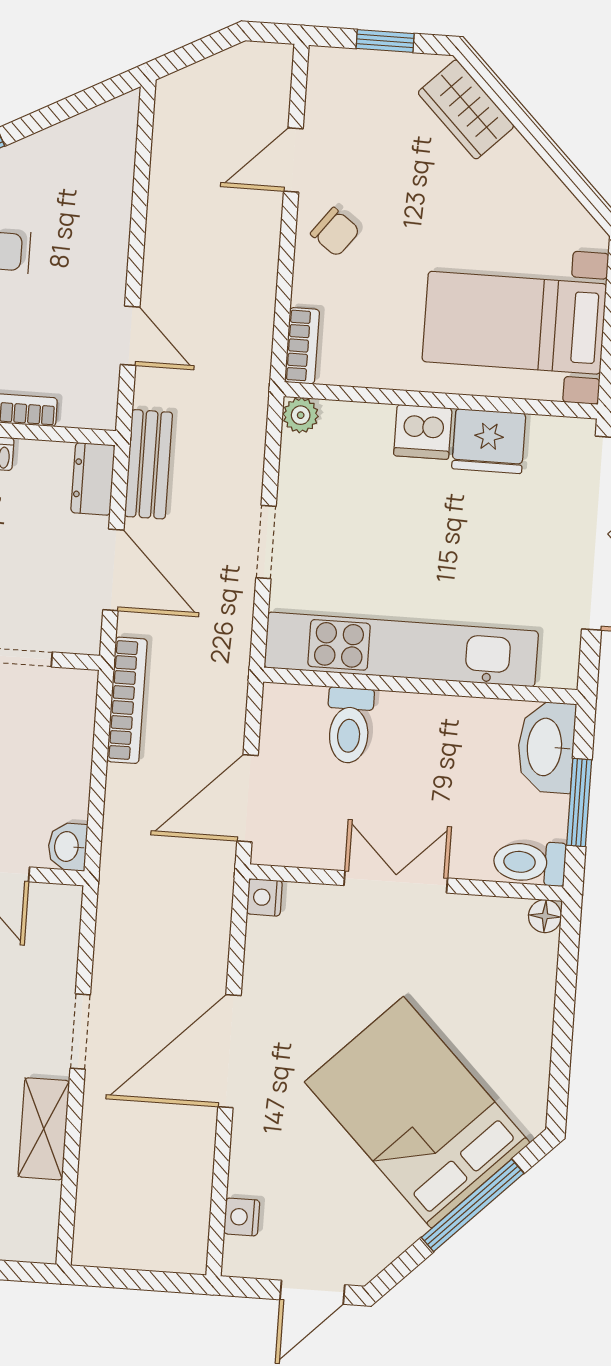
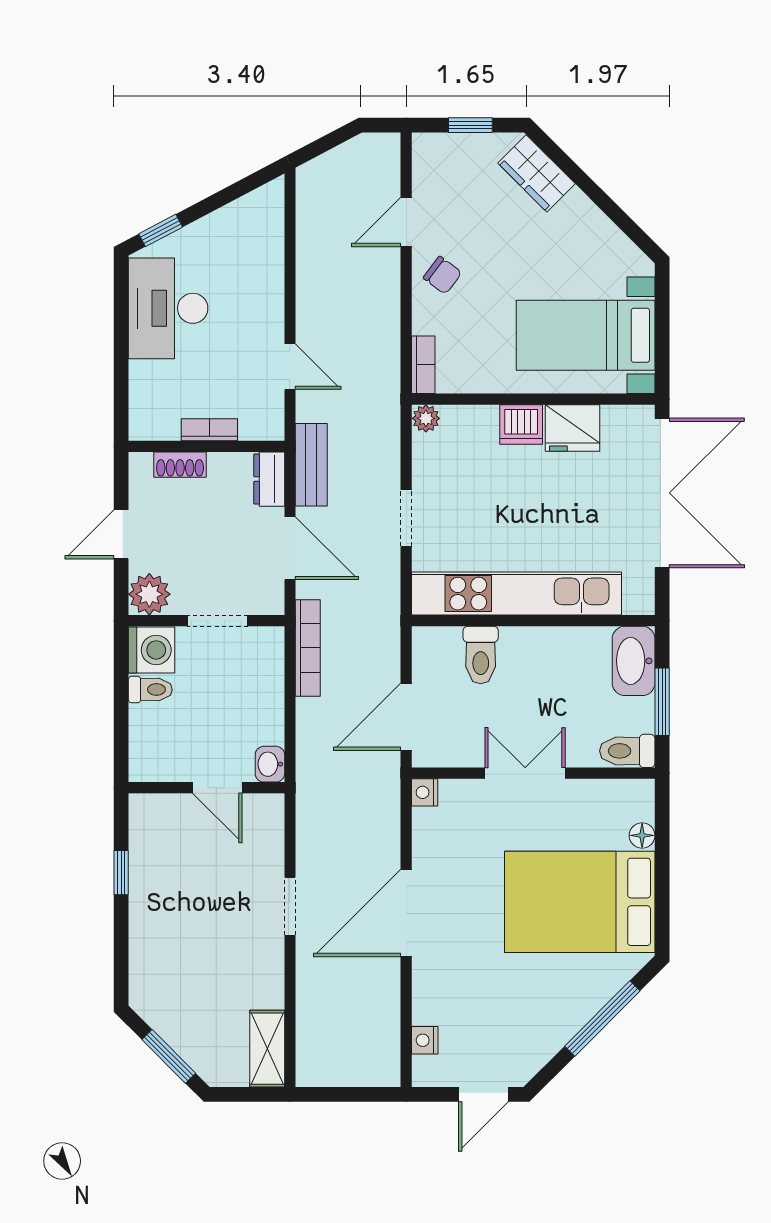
floor lamp: (545, 916) -> (642, 835), moved
bed: (417, 1112) -> (580, 902), moved, turned -45
shelving: (44, 1129) -> (267, 1049), moved

